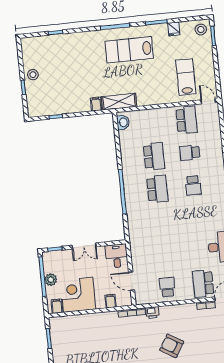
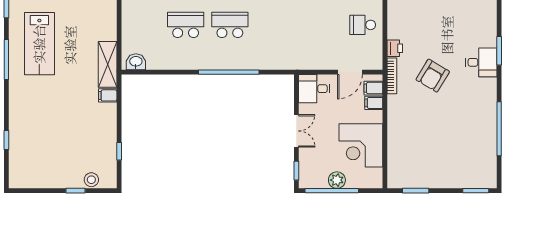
stool: (33, 75) -> (91, 180), moved
filing cabinet: (57, 306) -> (373, 88), moved
armchair: (172, 346) -> (433, 76), moved

